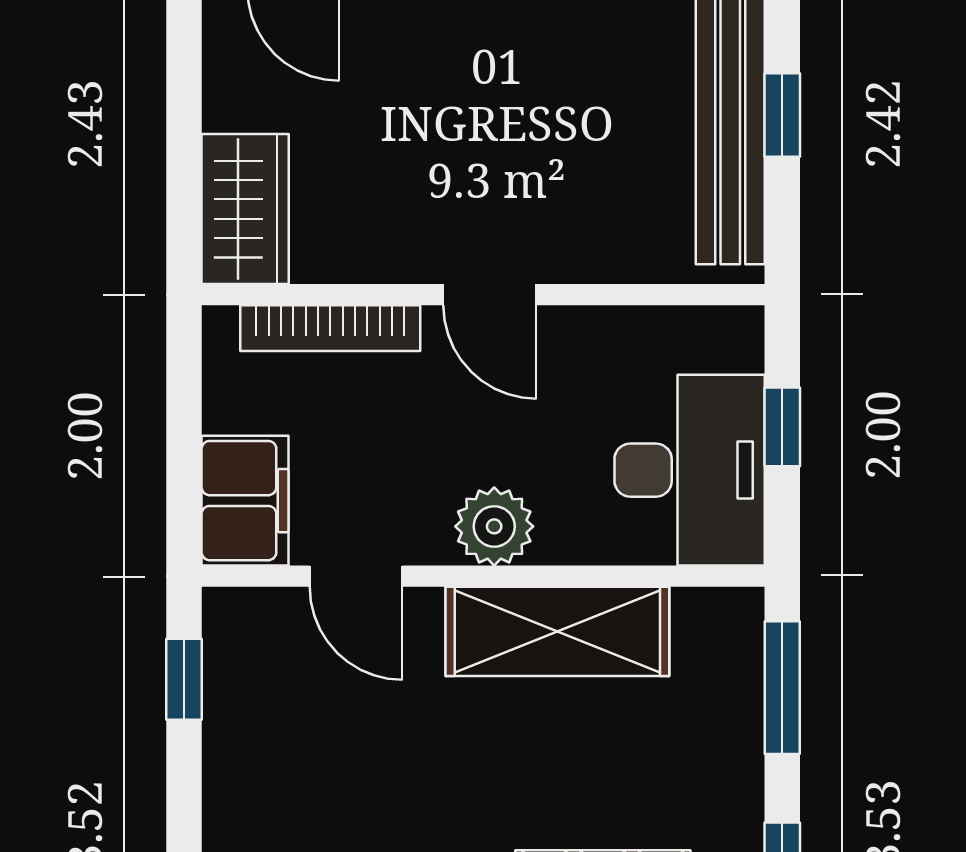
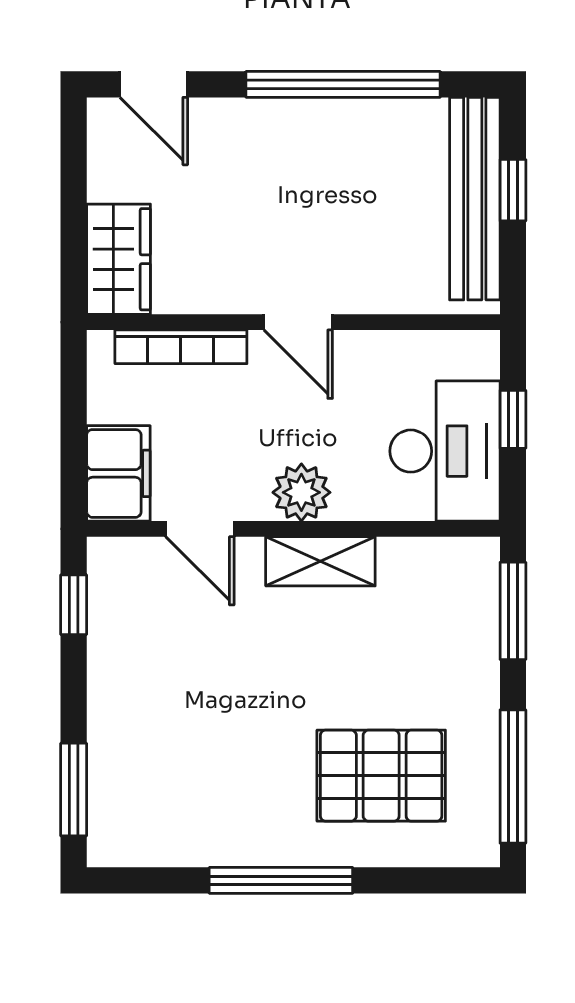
shelving: (557, 631) -> (320, 561), width x0.67, depth x0.75

